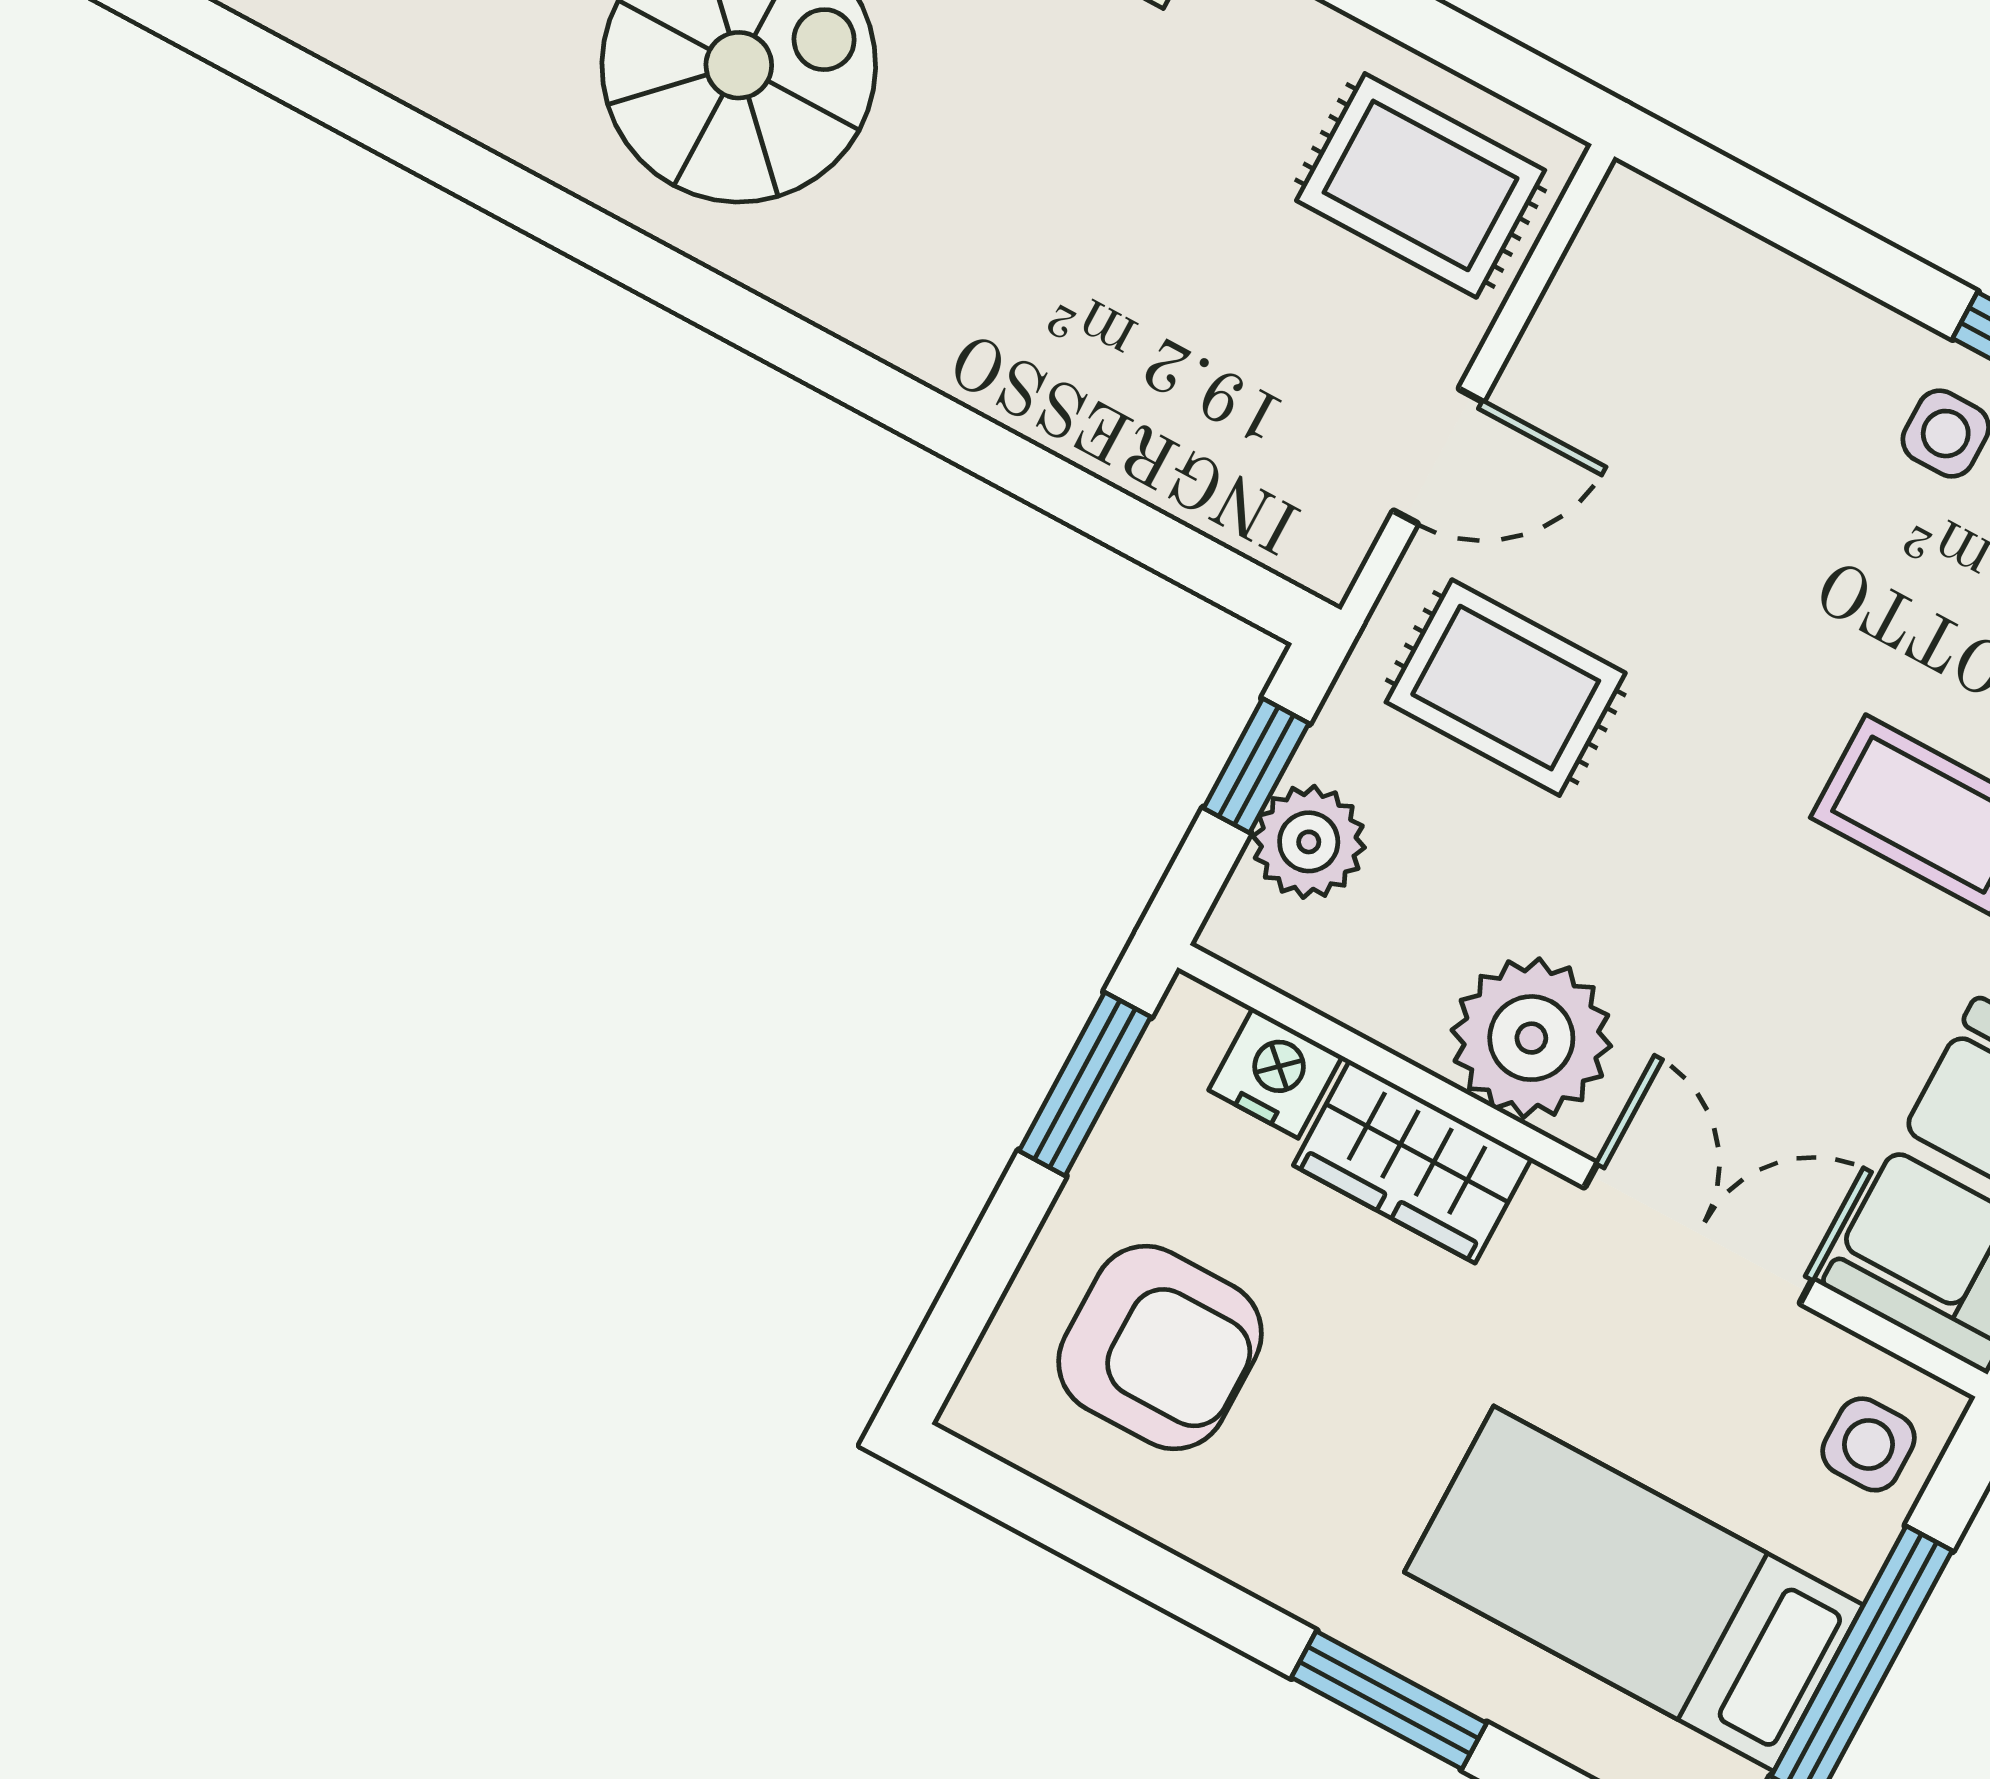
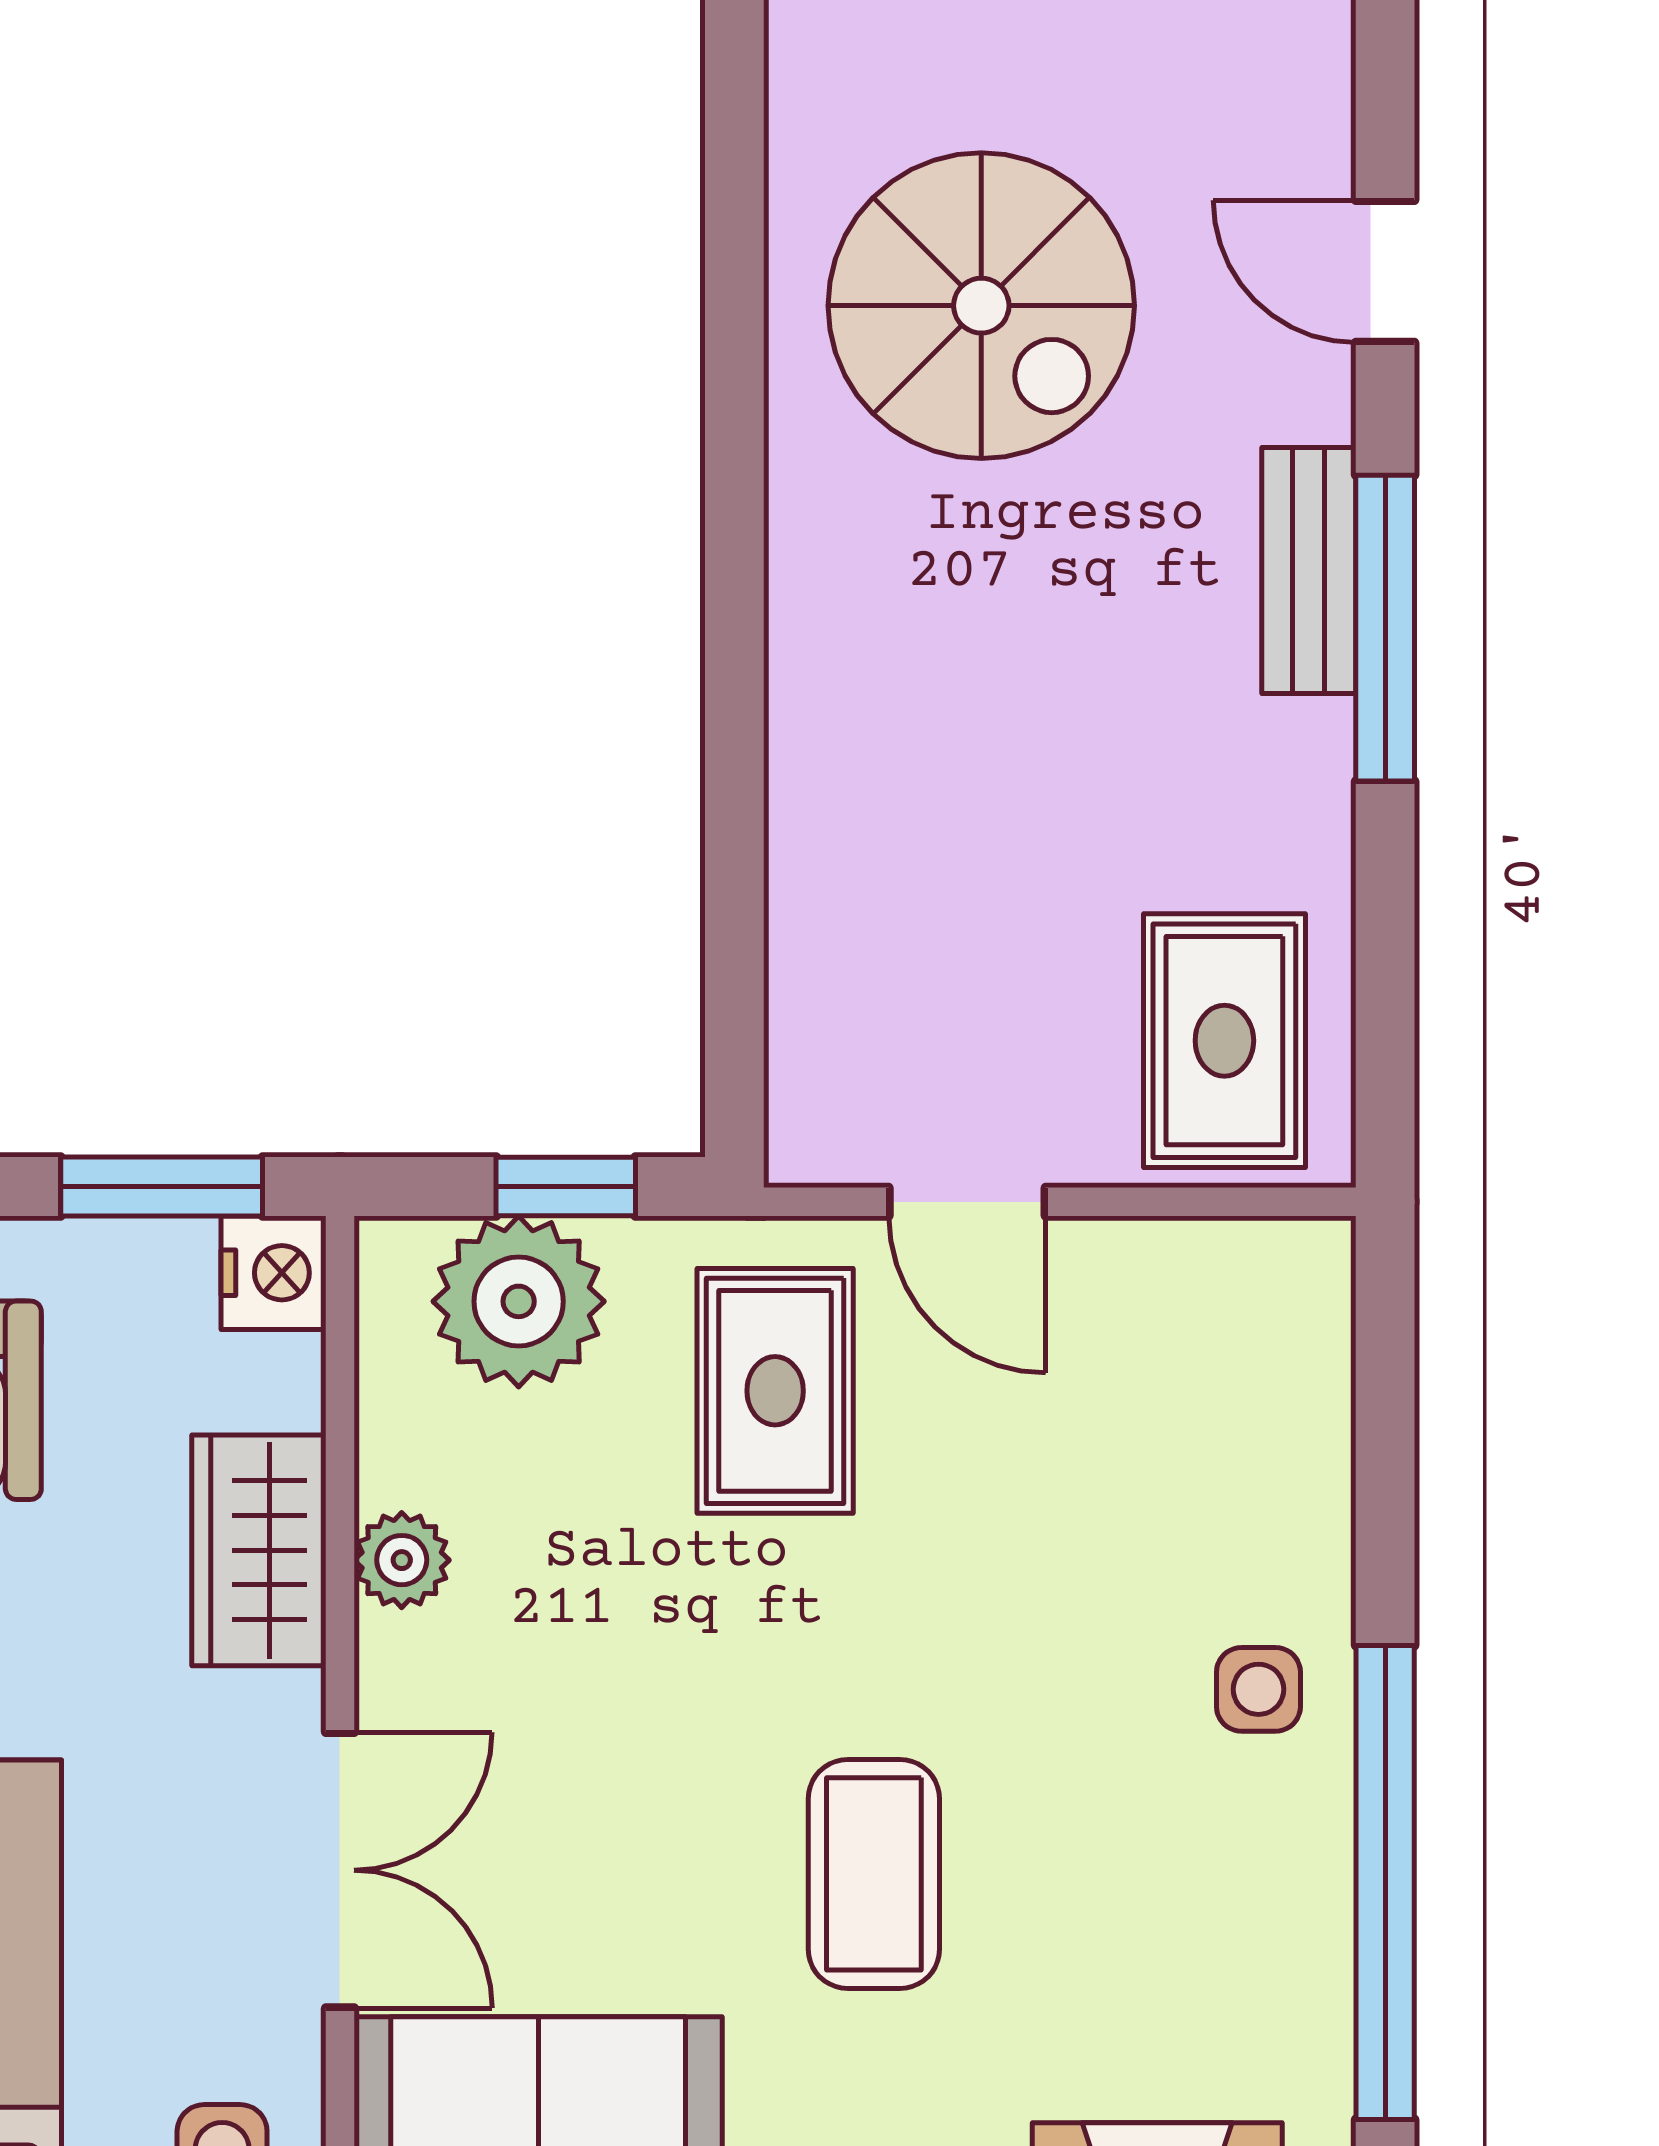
plant: (1309, 842) -> (519, 1301), width x1.36, depth x1.36
plant: (1531, 1038) -> (402, 1560), width x0.53, depth x0.53
nightstand: (1276, 1073) -> (273, 1273), moved

